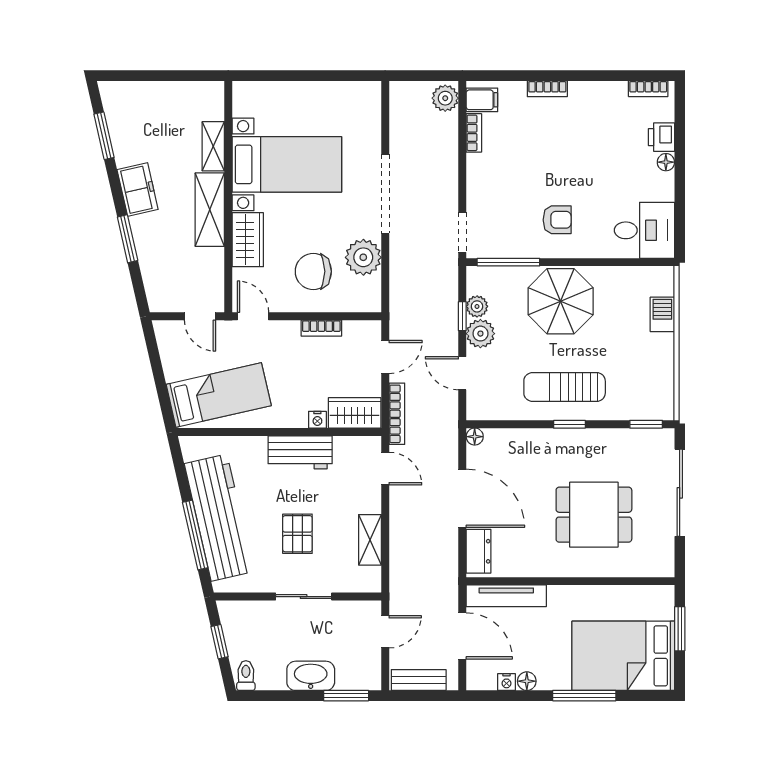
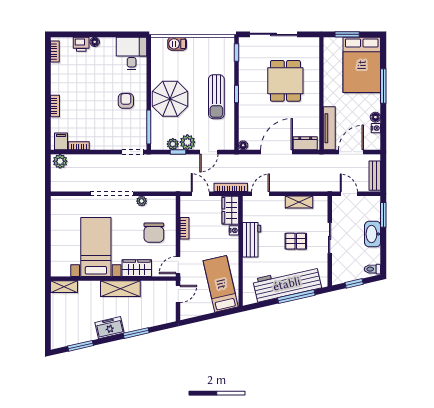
shelving: (213, 146) -> (64, 287), moved
plant: (363, 257) -> (142, 201), width x0.53, depth x0.53

